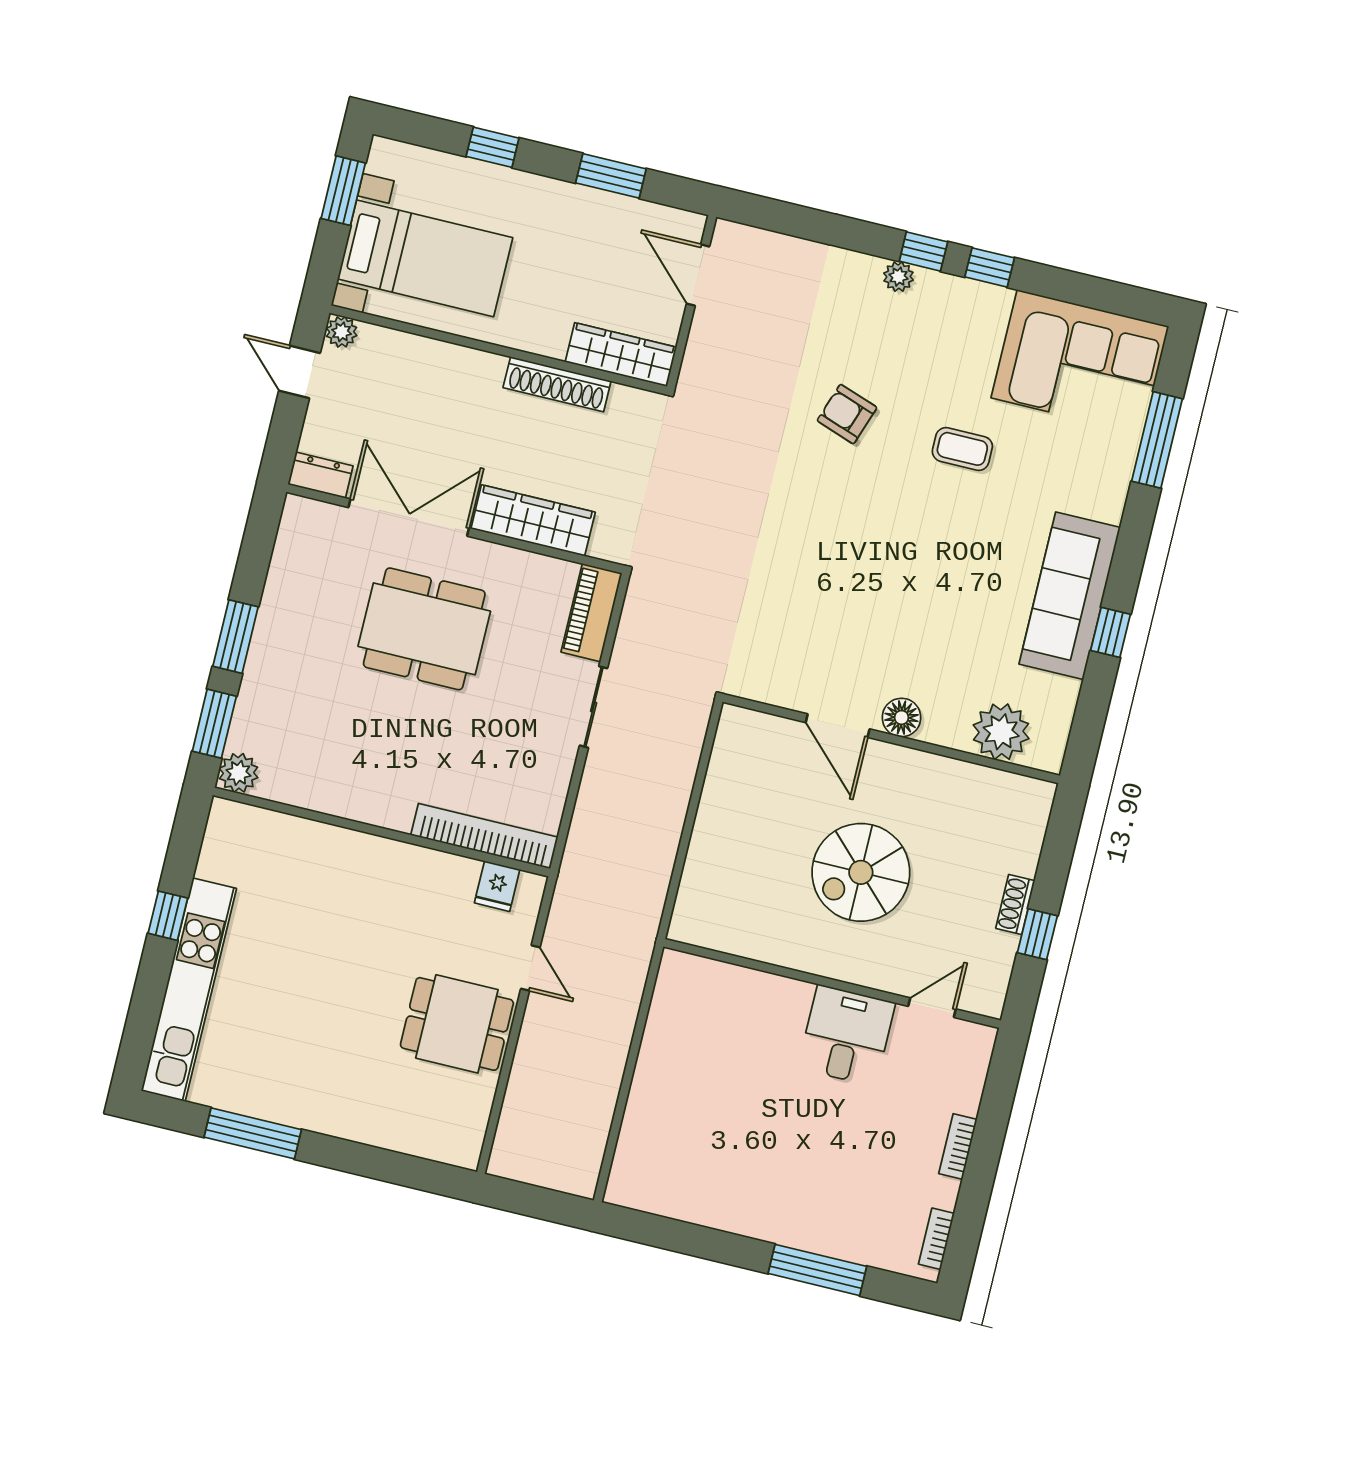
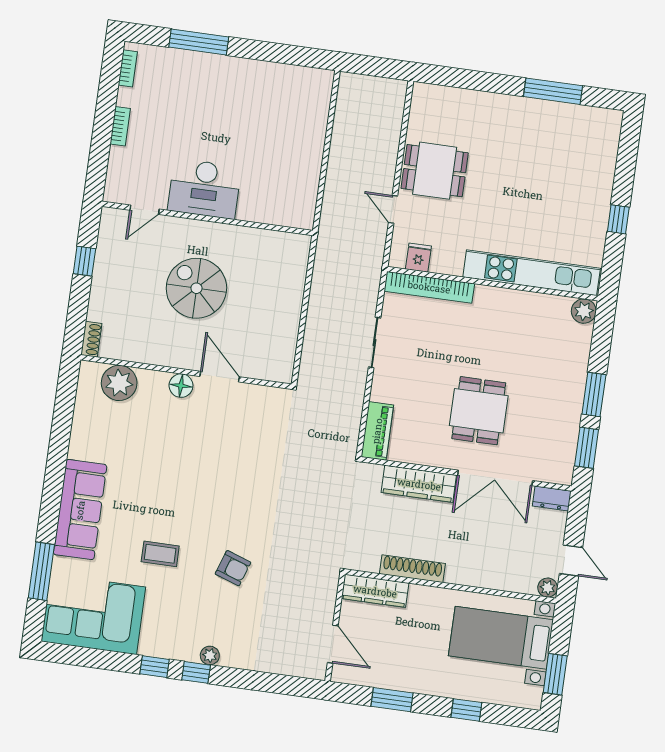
sofa: (1070, 596) -> (80, 510), moved
dining table: (424, 629) -> (479, 411), width x0.73
window: (1110, 632) -> (58, 450), removed
sliding door: (594, 707) -> (375, 343), moved
window: (214, 724) -> (587, 448), moved
spiral stairs: (861, 872) -> (196, 288), turned -90
shoe rack: (1015, 904) -> (91, 339), moved
kitchen unit: (189, 990) -> (532, 273), moved, turned 90
desk: (847, 1035) -> (204, 189), width x1.37

